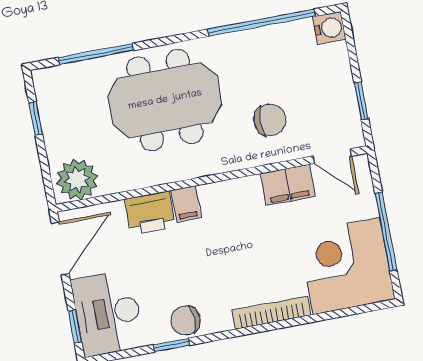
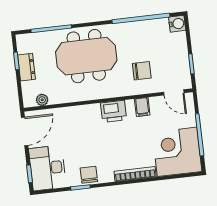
dresser: (55, 129) -> (26, 67), added
plant: (77, 180) -> (42, 100), width x0.53, depth x0.53
filing cabinet: (288, 185) -> (142, 107), width x0.50
filing cabinet: (186, 204) -> (94, 113), removed
printer: (150, 213) -> (114, 111), moved
chair: (186, 320) -> (89, 175), turned 90

